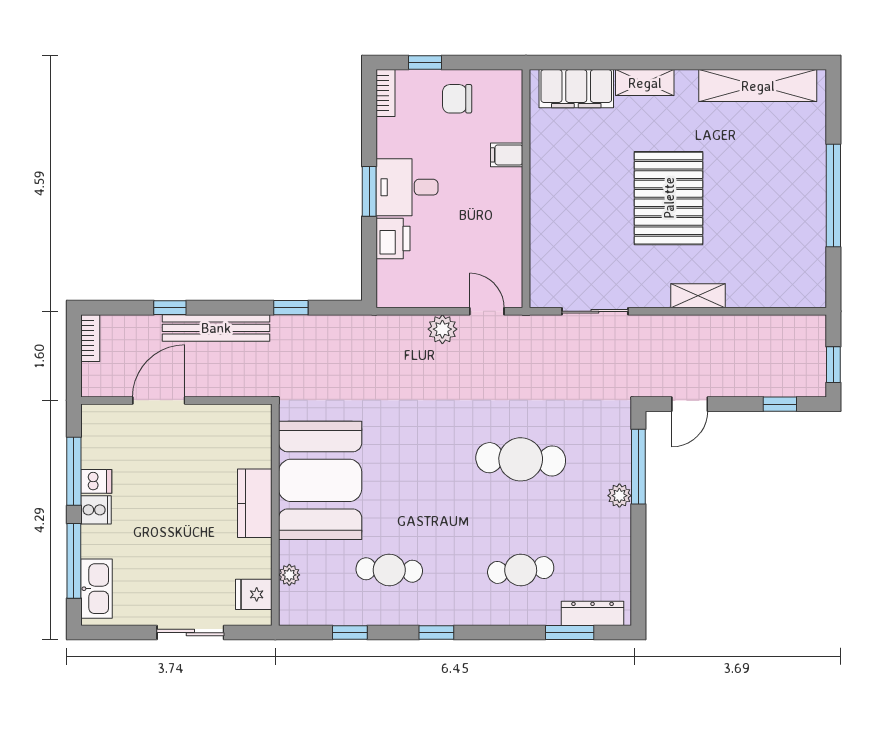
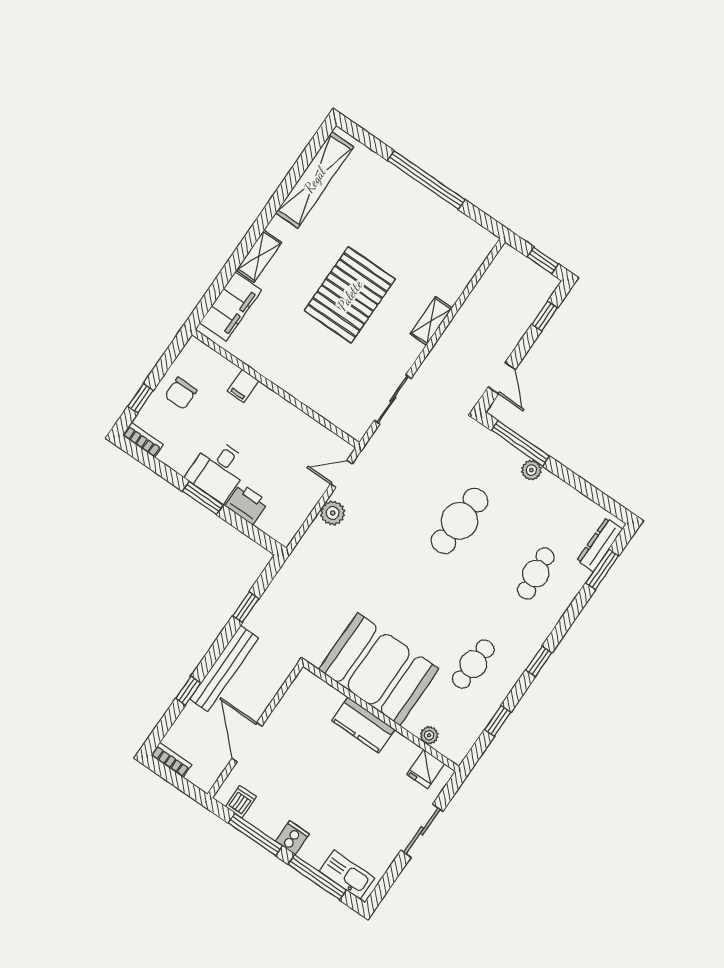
pallet: (669, 198) -> (350, 295), turned 90
dishwasher: (96, 481) -> (241, 802), moved

